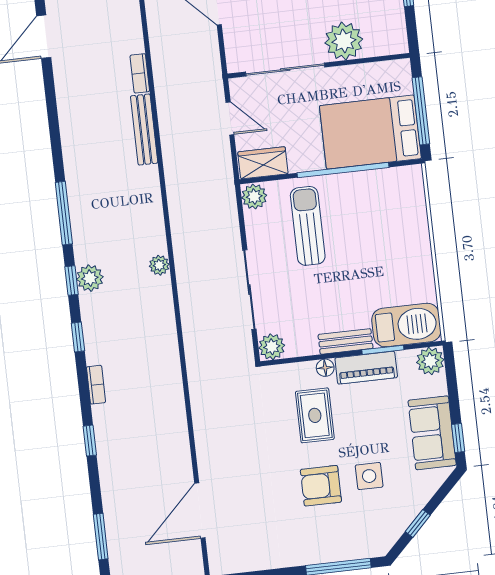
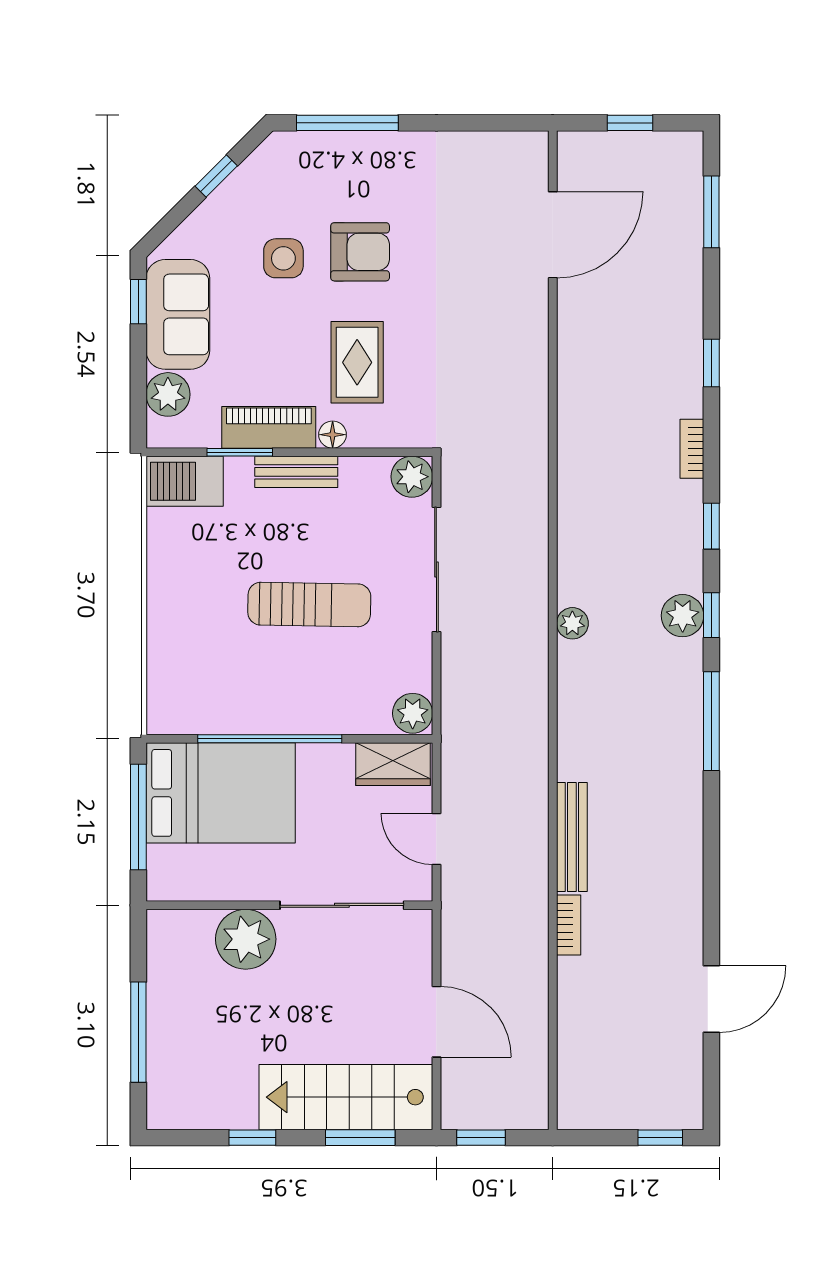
sun lounger: (308, 226) -> (309, 605), moved, turned -89
barbecue: (406, 325) -> (185, 481), width x0.73, depth x0.83
plant: (430, 361) -> (168, 394), moved

